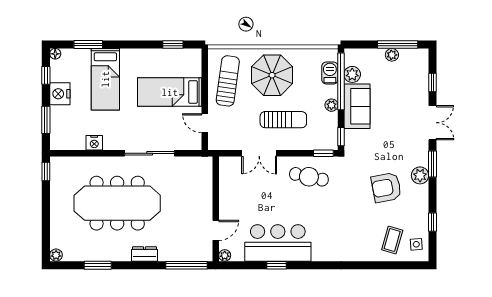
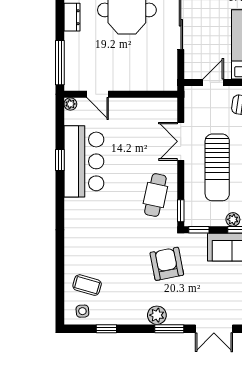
sun lounger: (283, 120) -> (217, 167), width x1.36, depth x1.34
armchair: (386, 187) -> (167, 264), moved

